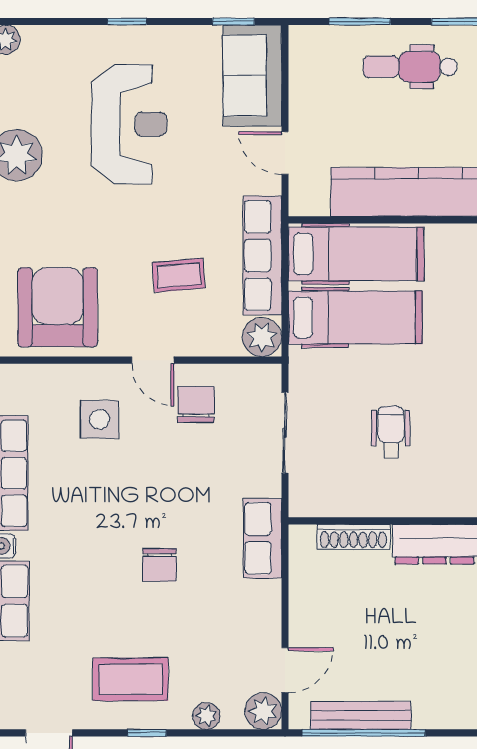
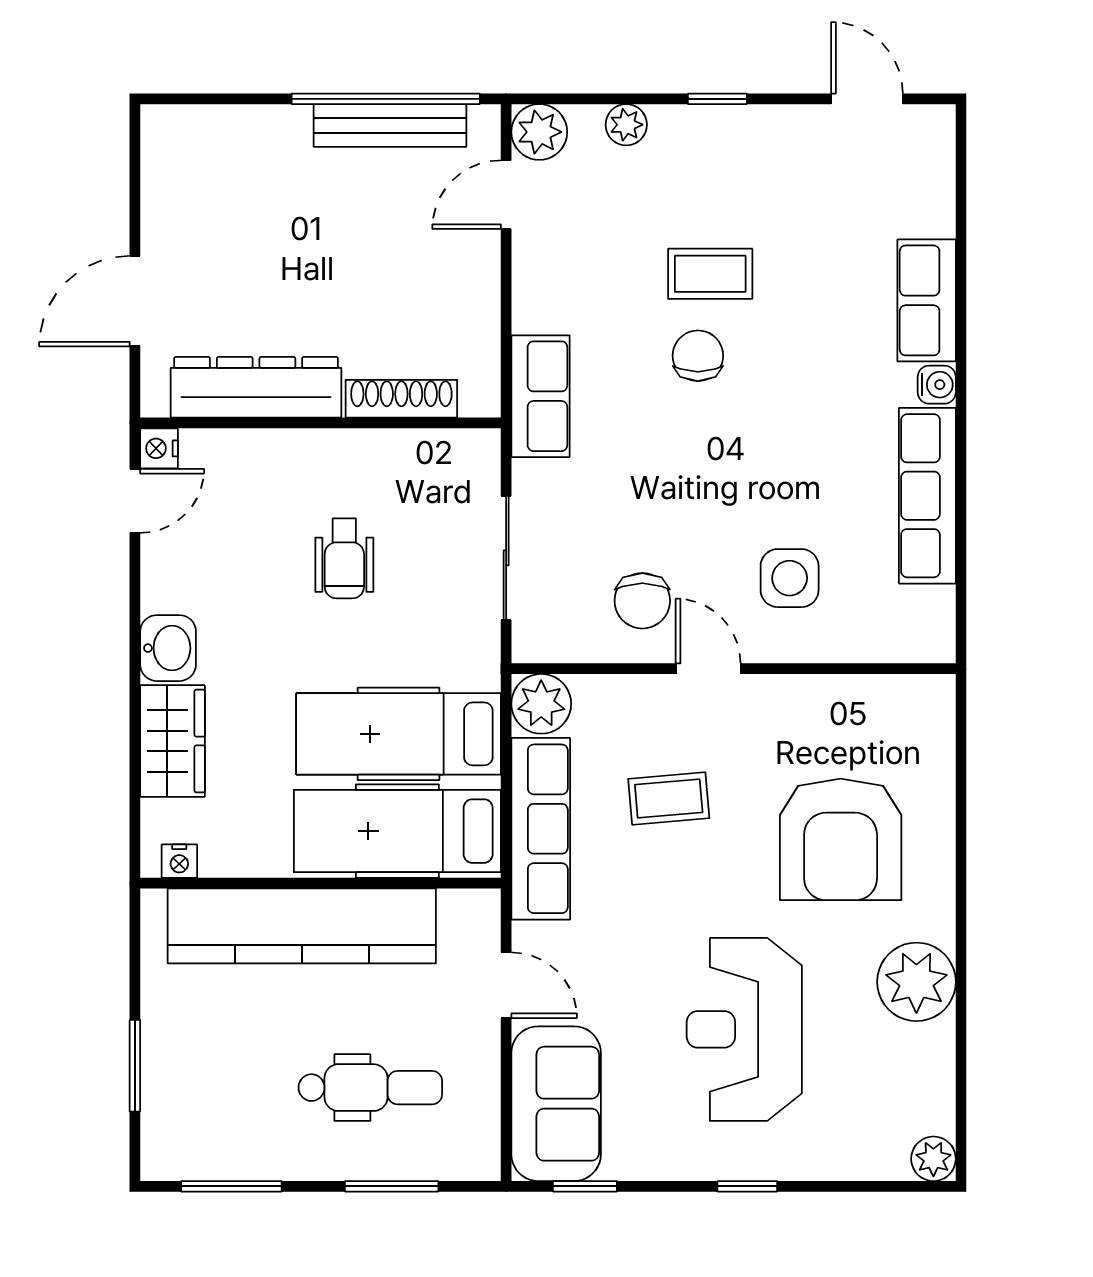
dental chair: (410, 67) -> (370, 1088), moved
armchair: (58, 307) -> (841, 839), moved
coffee table: (131, 679) -> (710, 274), moved, width x0.73, depth x0.77

